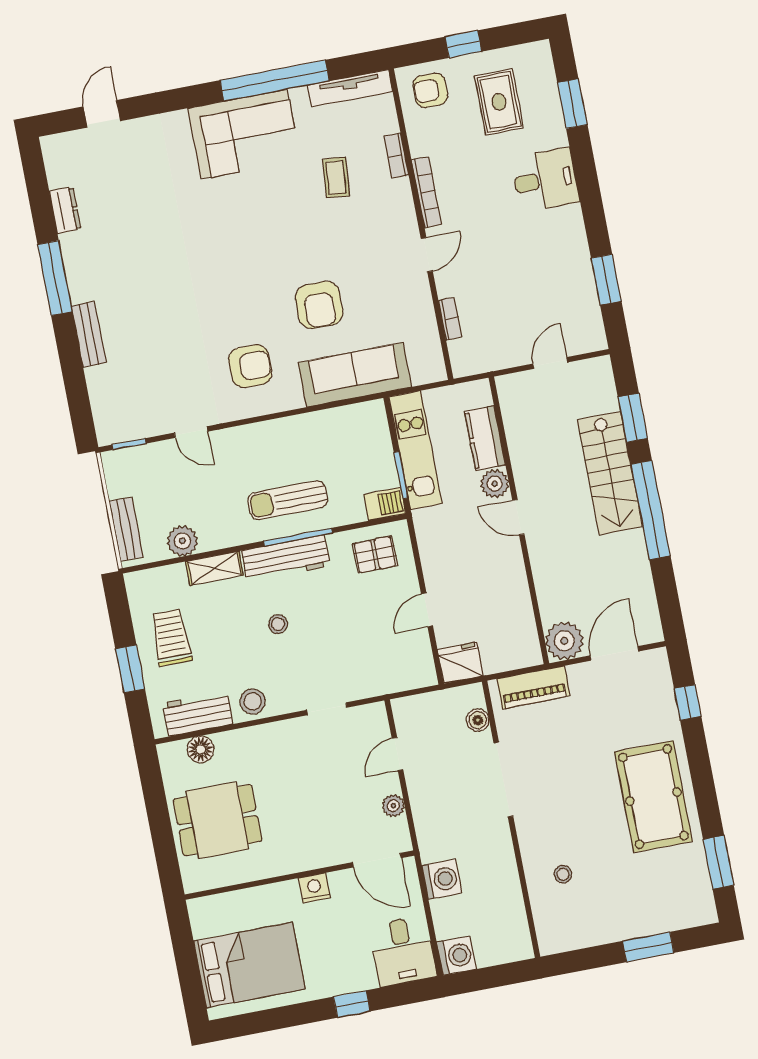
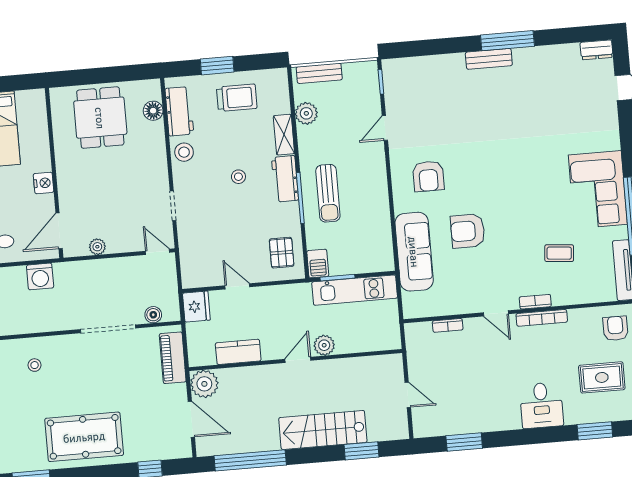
bookcase: (396, 156) -> (535, 302), moved
dresser: (65, 210) -> (597, 50), moved
bench: (89, 334) -> (489, 59), moved
kitchen counter: (485, 438) -> (238, 352), moved
sun lounger: (288, 500) -> (328, 193), turned 180
window: (651, 510) -> (250, 460), moved
workbench: (286, 558) -> (285, 179), width x0.73
door: (398, 754) -> (157, 252), moved

